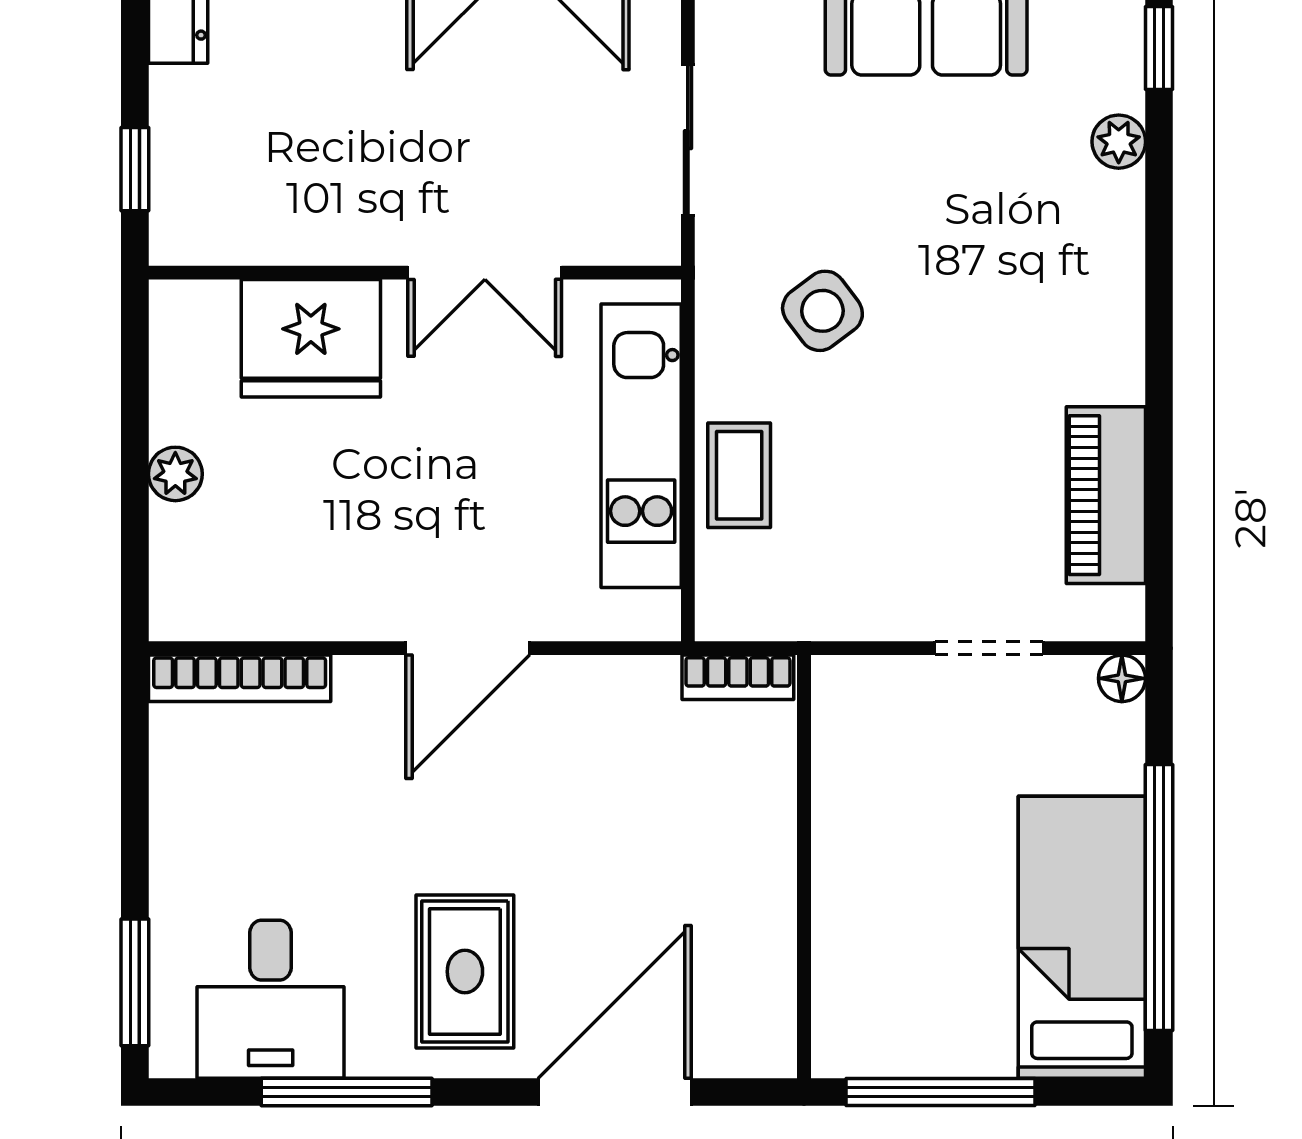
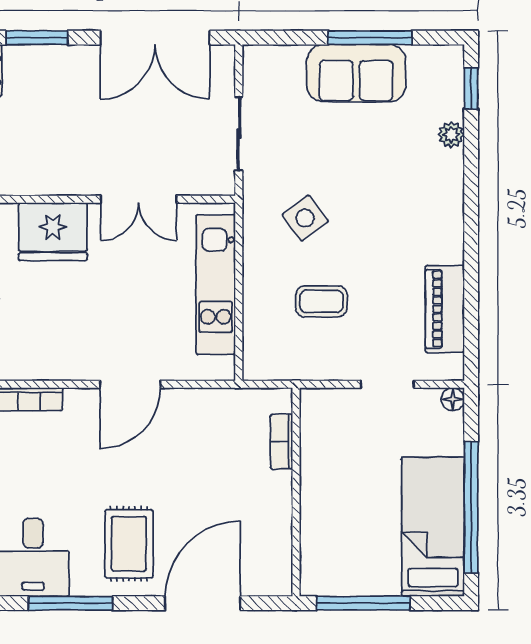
coffee table: (739, 475) -> (321, 301), moved, turned 90
bookcase: (738, 677) -> (282, 442), moved, turned 90

